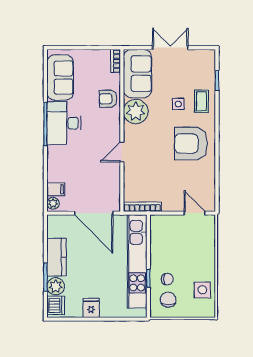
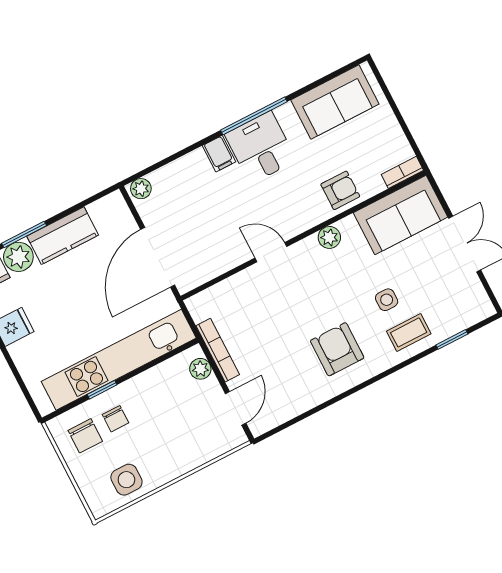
armchair: (108, 99) -> (340, 190), turned 92
plant: (136, 111) -> (329, 237), width x0.53, depth x0.53
desk: (64, 123) -> (261, 147), width x0.73
armchair: (191, 144) -> (337, 349), width x0.73, depth x0.73
filing cabinet: (56, 189) -> (219, 154), moved
bookcase: (142, 207) -> (218, 350), moved
plant: (164, 221) -> (200, 369), added
chair: (168, 300) -> (85, 436), turned 90

